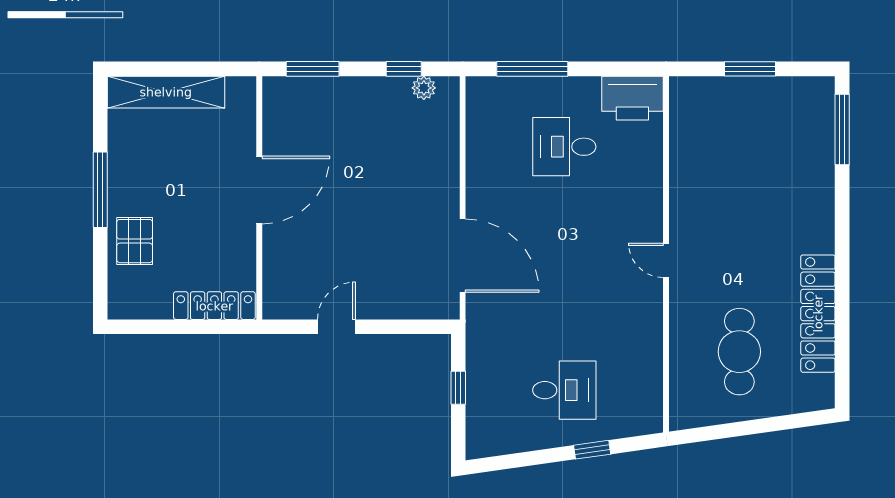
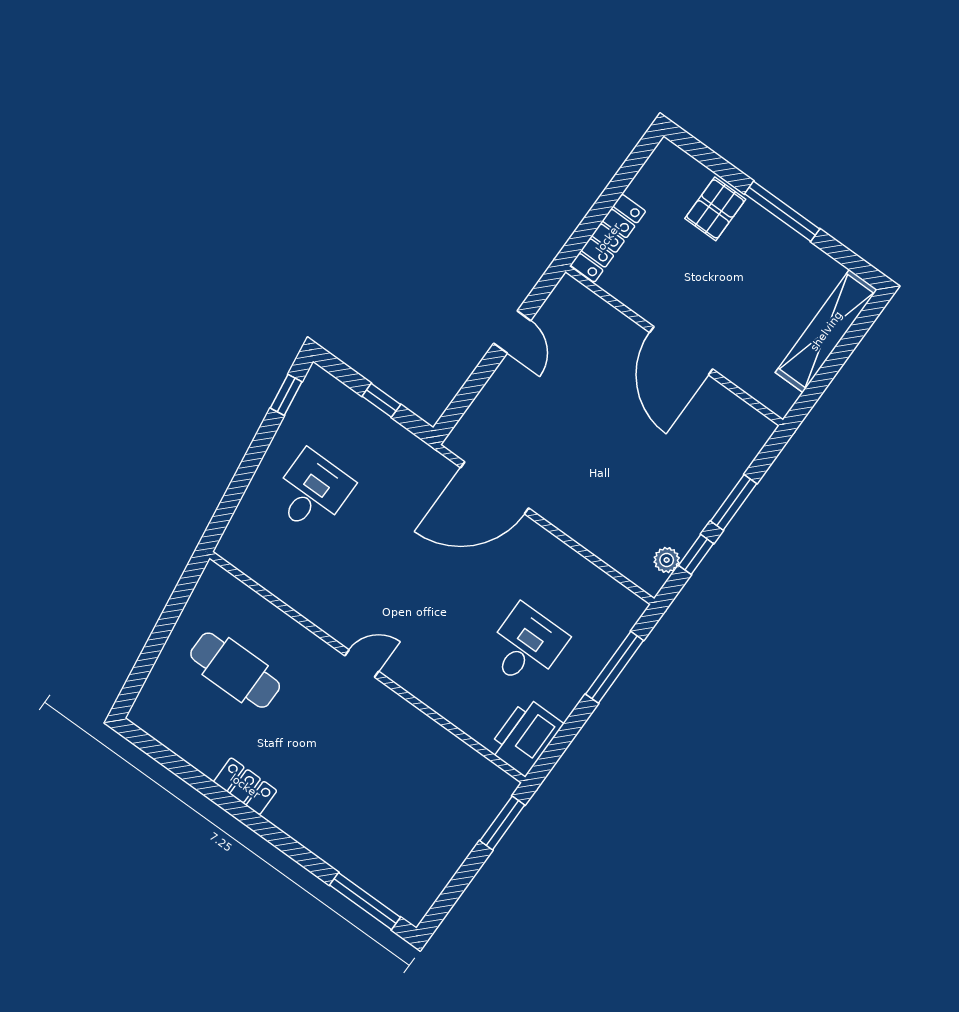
window: (313, 69) -> (734, 502), moved
window: (750, 69) -> (502, 823), moved
pallet: (135, 241) -> (715, 209), turned 90
locker: (818, 314) -> (245, 786), width x0.46, depth x0.83
desk: (564, 390) -> (312, 492), turned 180
window: (592, 450) -> (286, 395), moved

